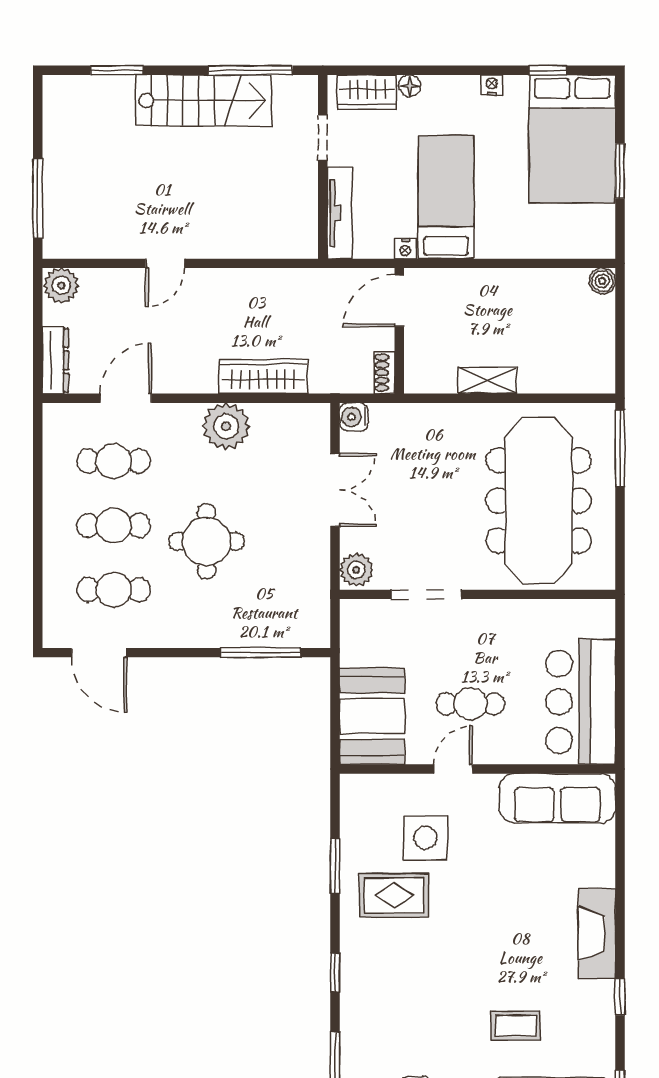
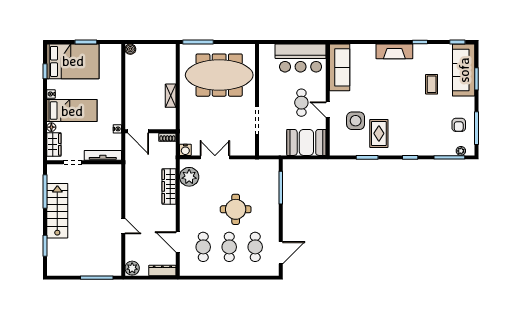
bed: (446, 197) -> (72, 111), moved, turned 180
plant: (226, 426) -> (189, 177), moved
plant: (356, 570) -> (247, 149), removed

